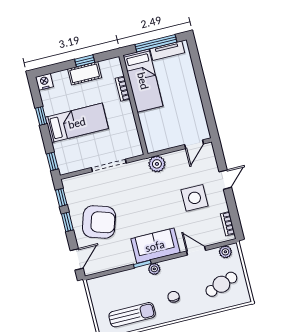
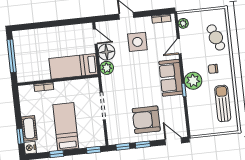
tv unit: (167, 51) -> (19, 48), removed
window: (85, 61) -> (20, 136), moved
cot: (85, 73) -> (29, 128), moved
bed: (143, 81) -> (73, 66), moved, turned 180
floor lamp: (177, 161) -> (107, 52), added
armchair: (99, 222) -> (146, 120), turned -108
plant: (154, 269) -> (193, 81), width x1.88, depth x1.88
cafe table: (221, 284) -> (216, 37), moved

